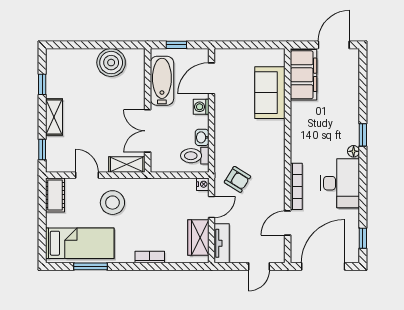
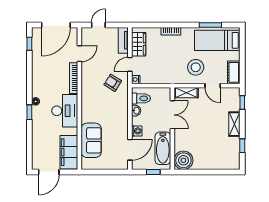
boiler: (111, 63) -> (183, 160), moved
desk: (340, 183) -> (65, 111), moved, turned 180

